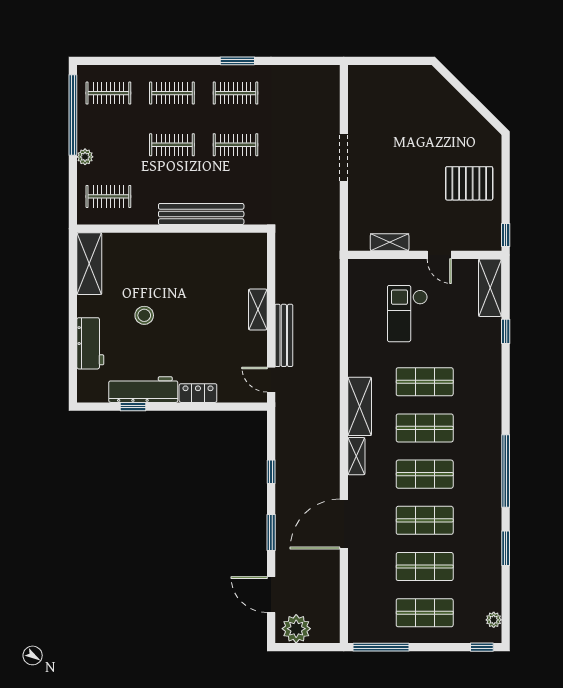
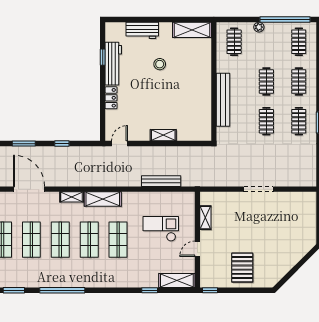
bench: (284, 335) -> (161, 181), moved

